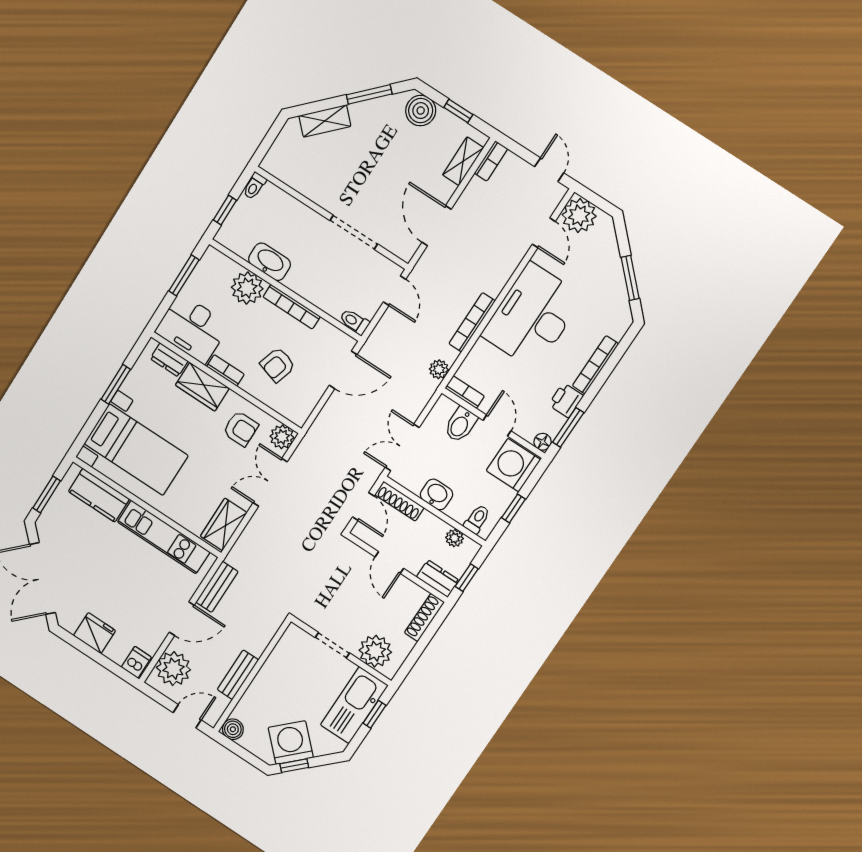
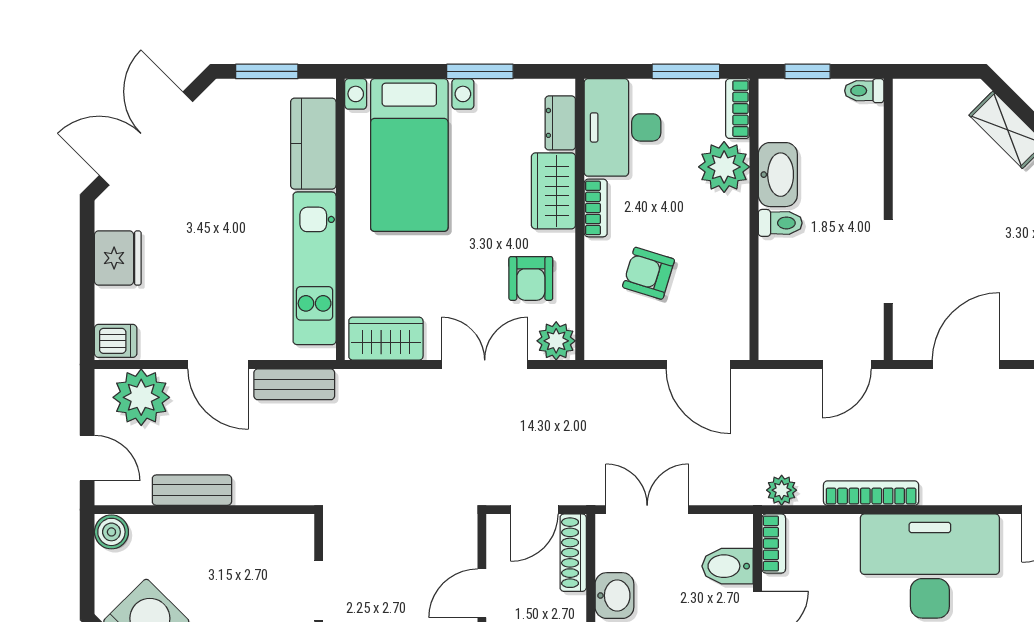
bookcase: (292, 307) -> (738, 109), moved, width x0.64
toilet: (354, 322) -> (780, 223), moved, turned 90

